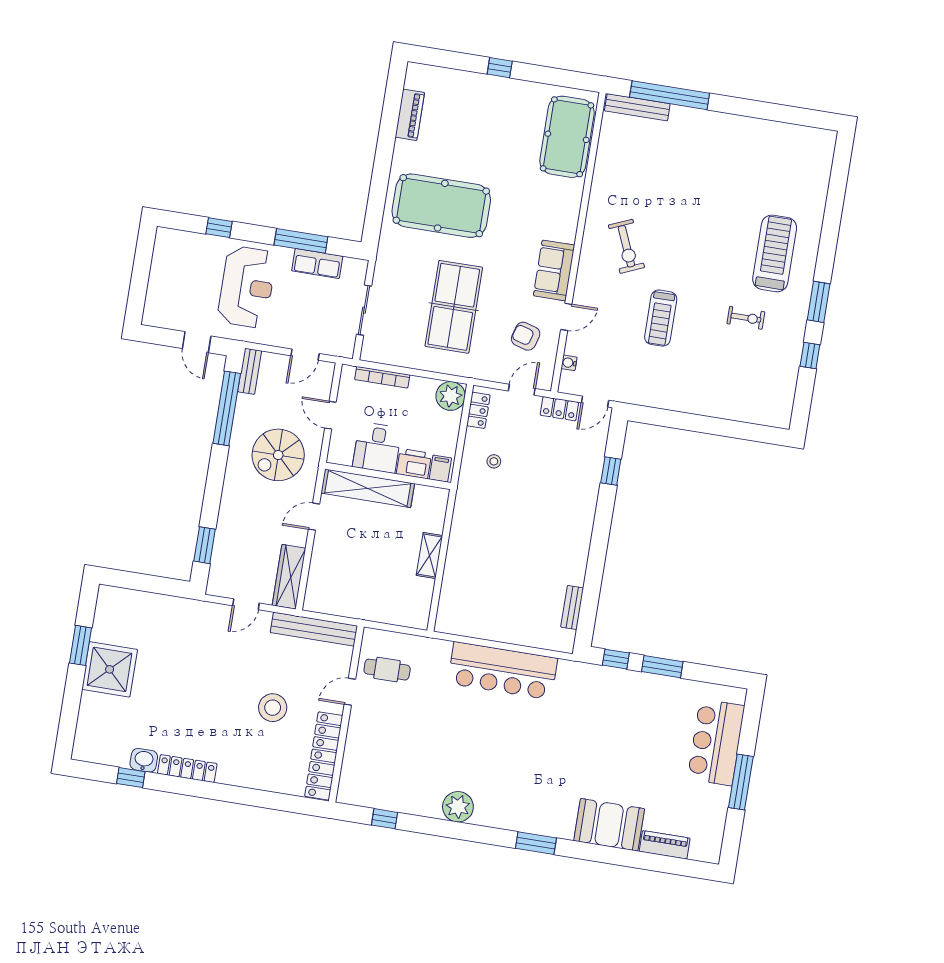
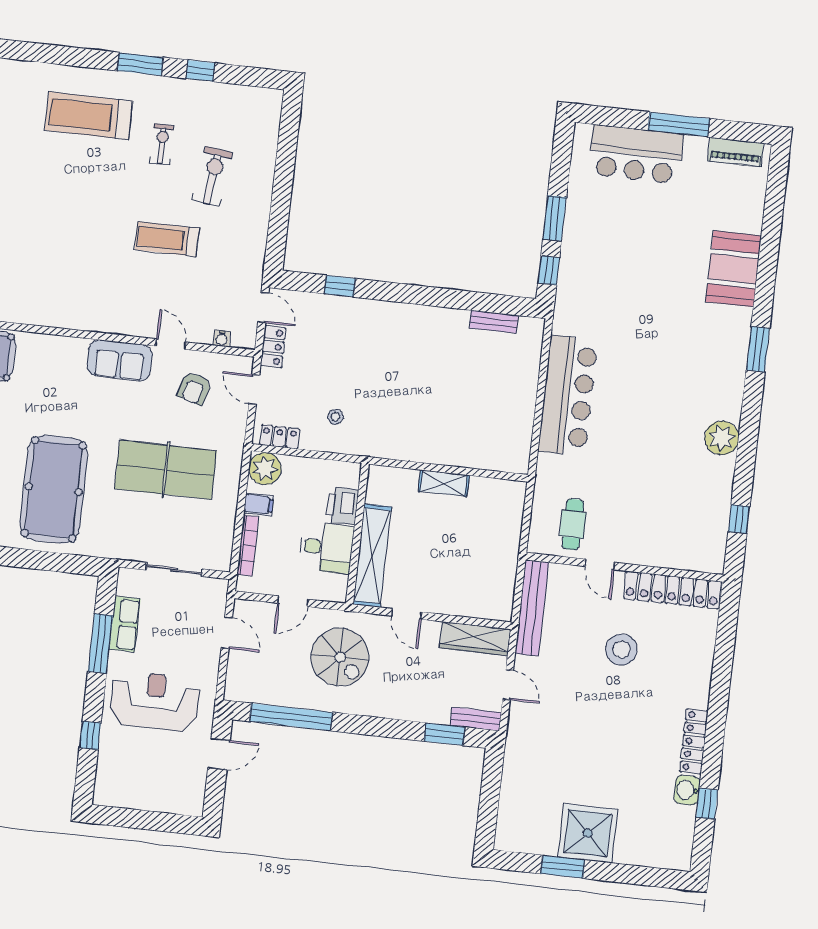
exercise bike: (626, 246) -> (213, 176), moved, turned -60
treadmill: (661, 318) -> (167, 239), turned 180
bench: (250, 371) -> (476, 719), moved
filing cabinet: (440, 469) -> (259, 504), moved, turned 180
piano: (665, 845) -> (736, 152), moved, turned -90

